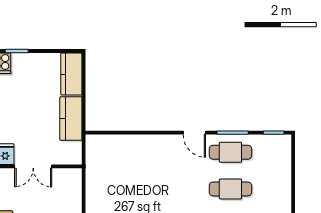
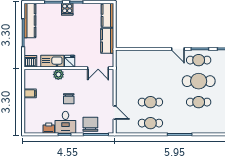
double door: (33, 166) -> (98, 68), moved
cafe table: (230, 189) -> (199, 81), width x1.37, depth x1.35

